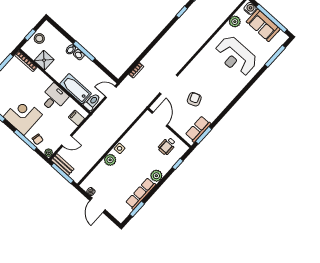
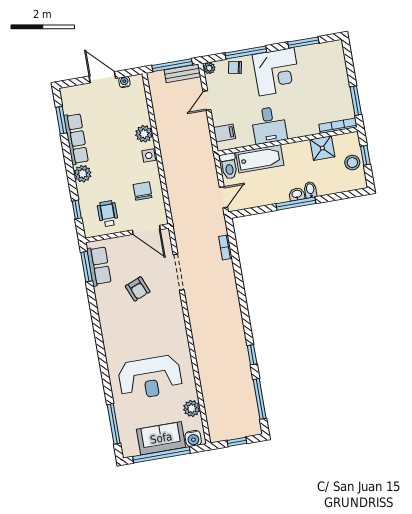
reception desk: (236, 56) -> (150, 378), turned 180
chair: (141, 137) -> (143, 191), added

